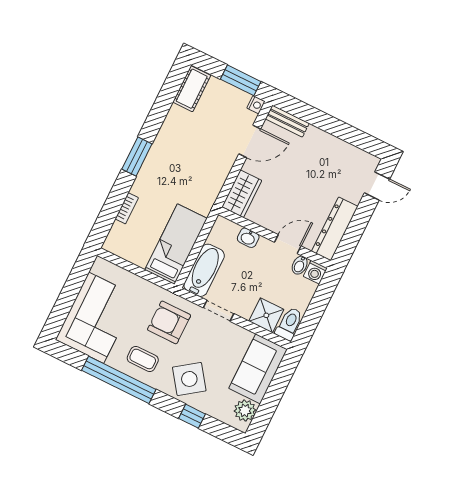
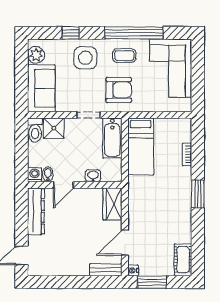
side table: (189, 379) -> (85, 58), turned 36

